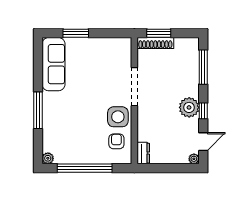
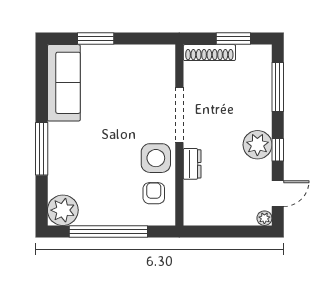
window: (159, 33) -> (233, 39), moved
dresser: (143, 153) -> (192, 164), moved
plant: (48, 158) -> (63, 210), width x1.88, depth x1.88

